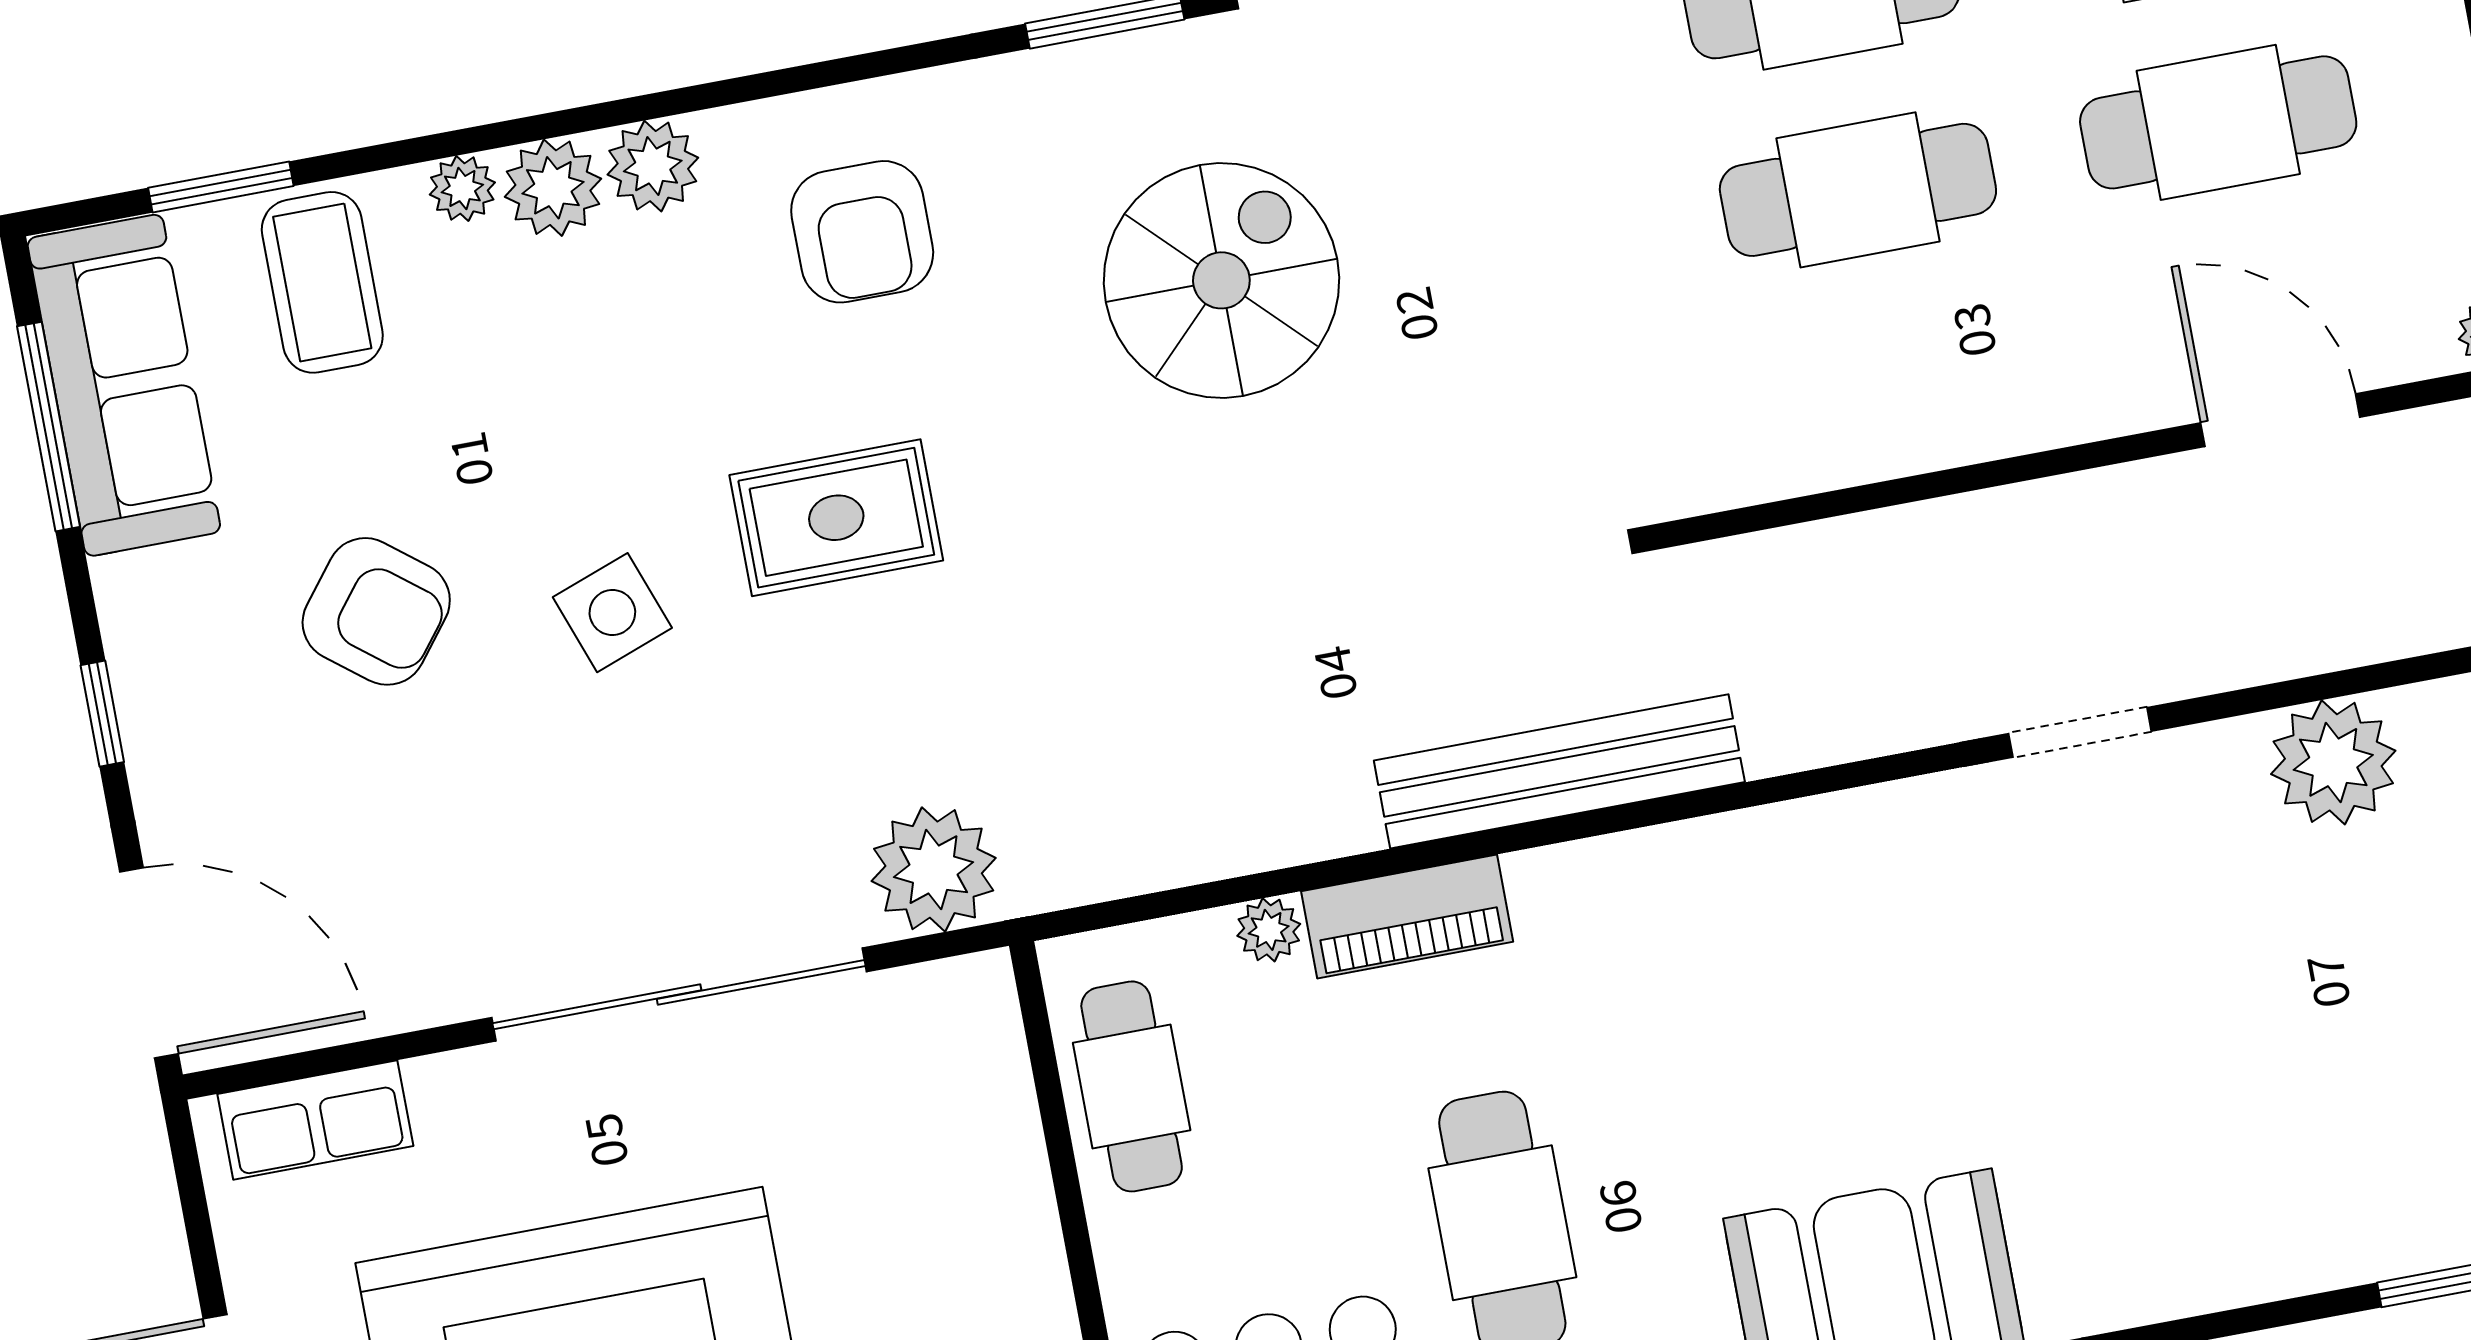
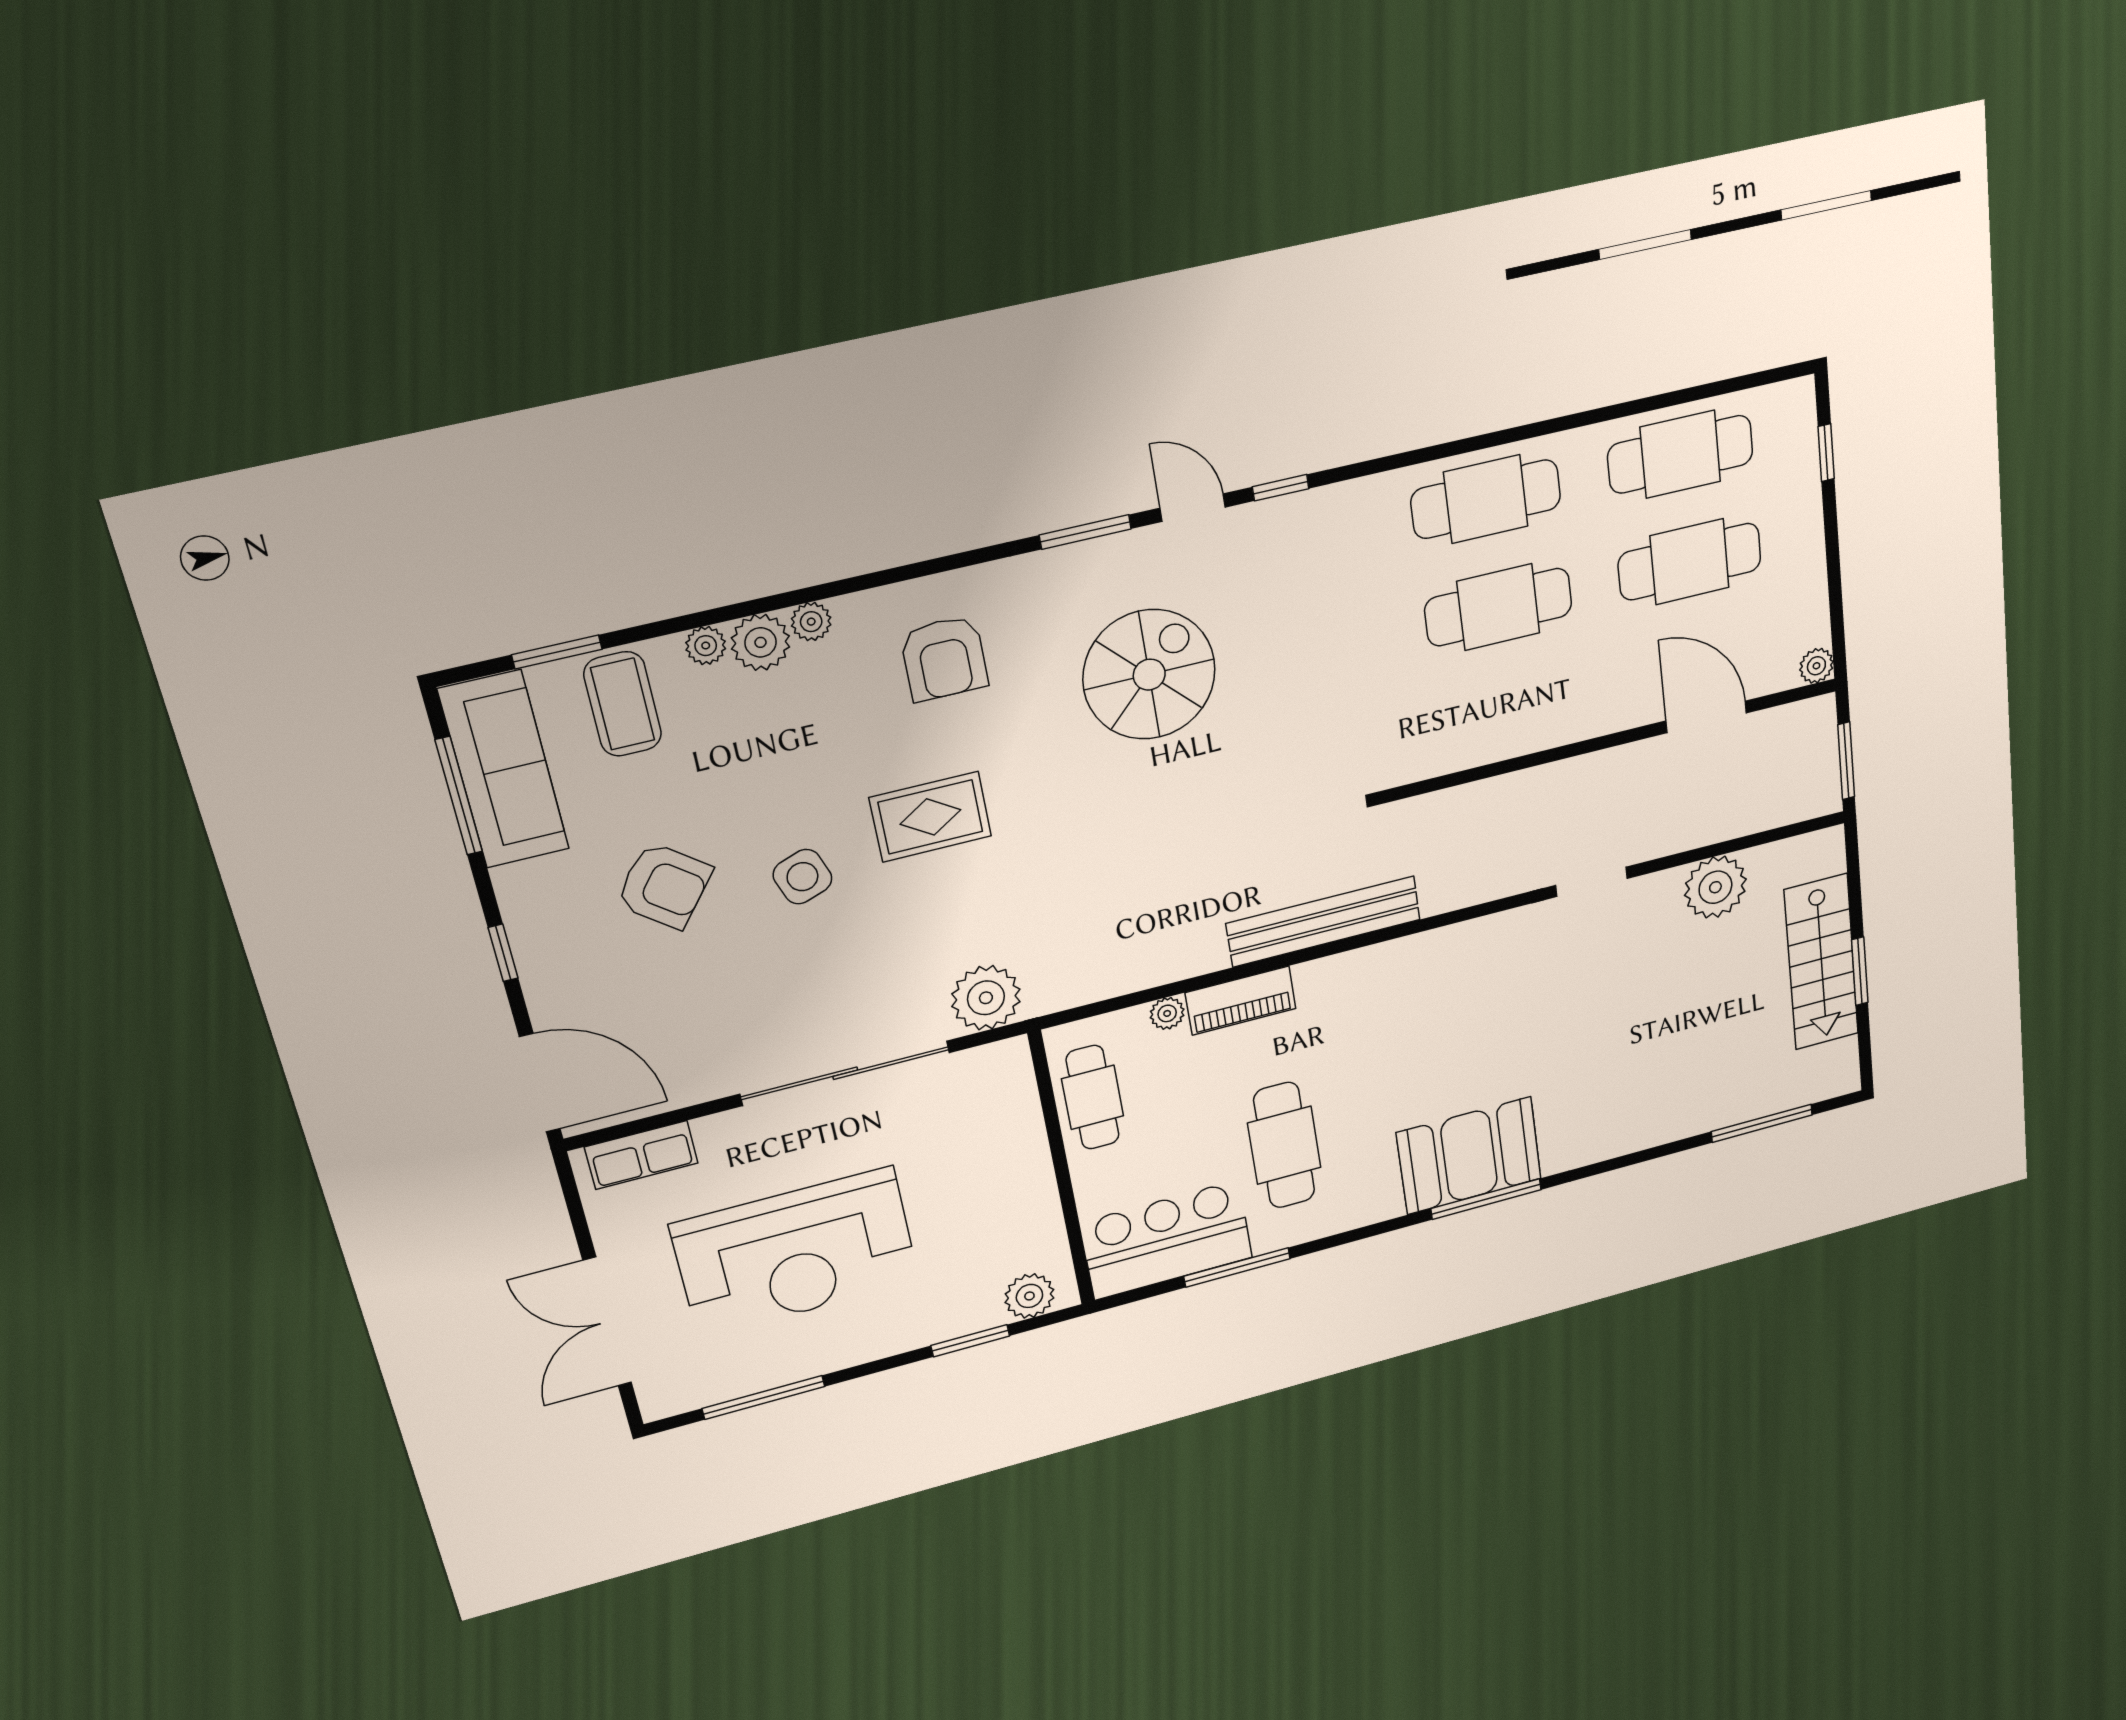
plant: (653, 166) -> (811, 622), width x0.73, depth x0.73

